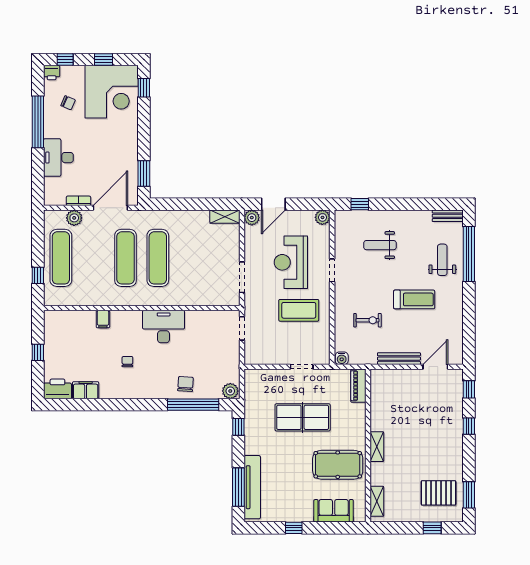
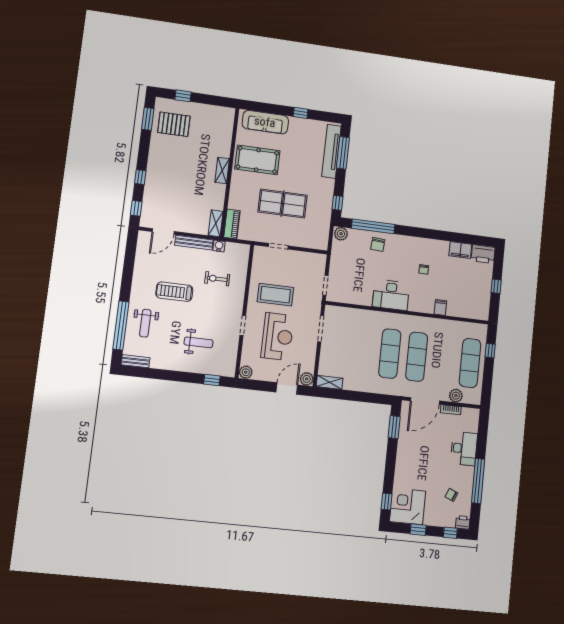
corner desk: (112, 92) -> (408, 506), width x0.74, depth x0.74
water cooler: (342, 358) -> (219, 246), moved
shelving: (377, 501) -> (216, 223), moved
sofa: (334, 511) -> (265, 122), width x1.36

